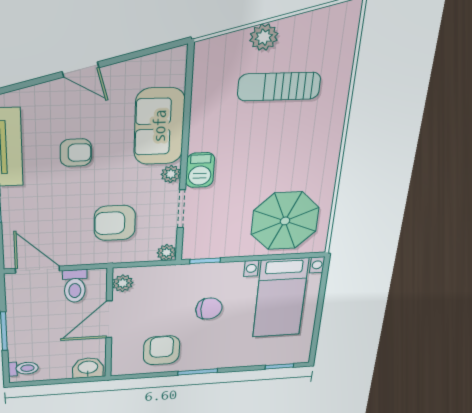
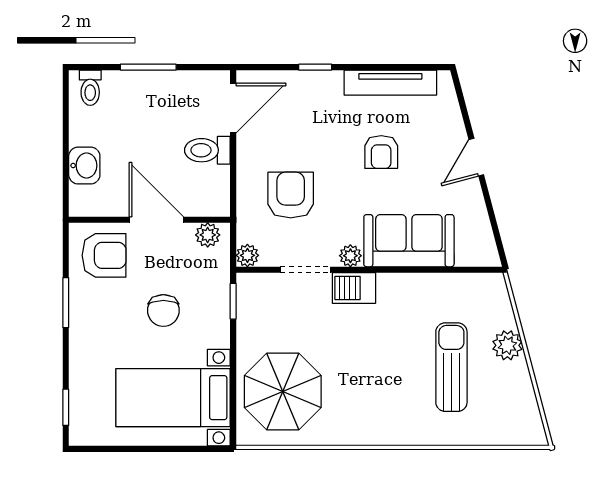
plant: (123, 283) -> (208, 235), moved
door: (109, 319) -> (156, 220), moved
wall: (109, 324) -> (149, 220), moved

